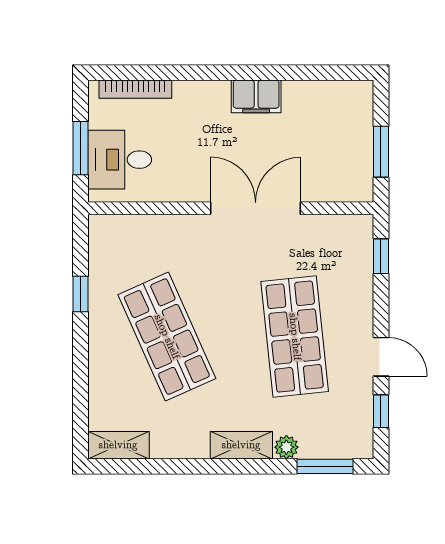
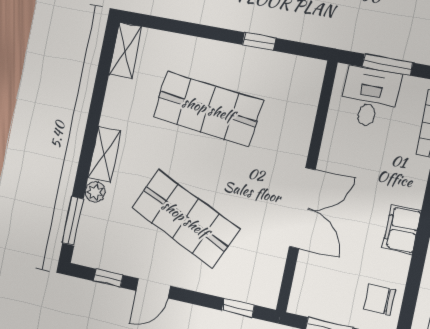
chair: (337, 104) -> (380, 300), added
shop shelf: (167, 337) -> (208, 109), turned 30
shop shelf: (295, 337) -> (185, 219), turned 30

